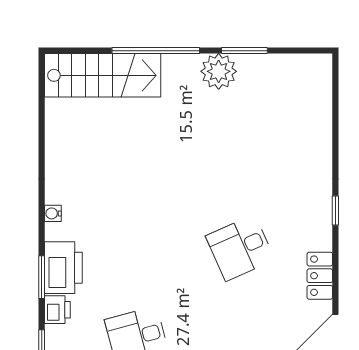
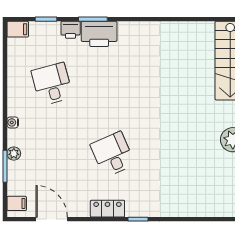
water cooler: (53, 213) -> (136, 27), removed
locker: (320, 276) -> (107, 209), moved

